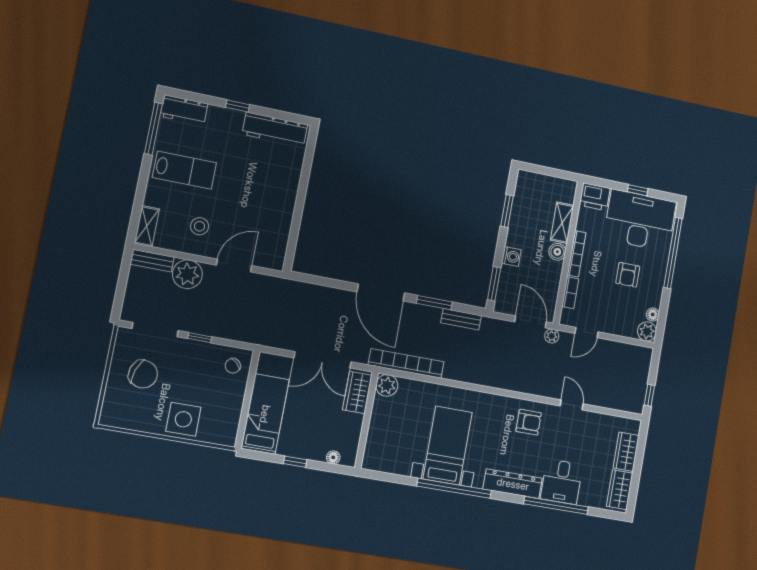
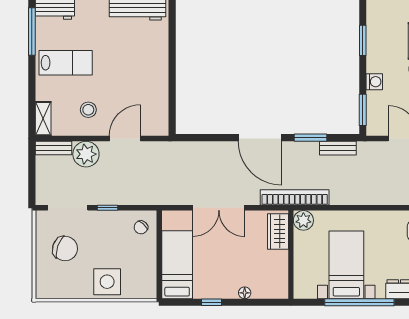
plant: (387, 385) -> (303, 220), moved
wardrobe: (357, 393) -> (278, 231), moved
wall: (367, 420) -> (291, 255), moved

